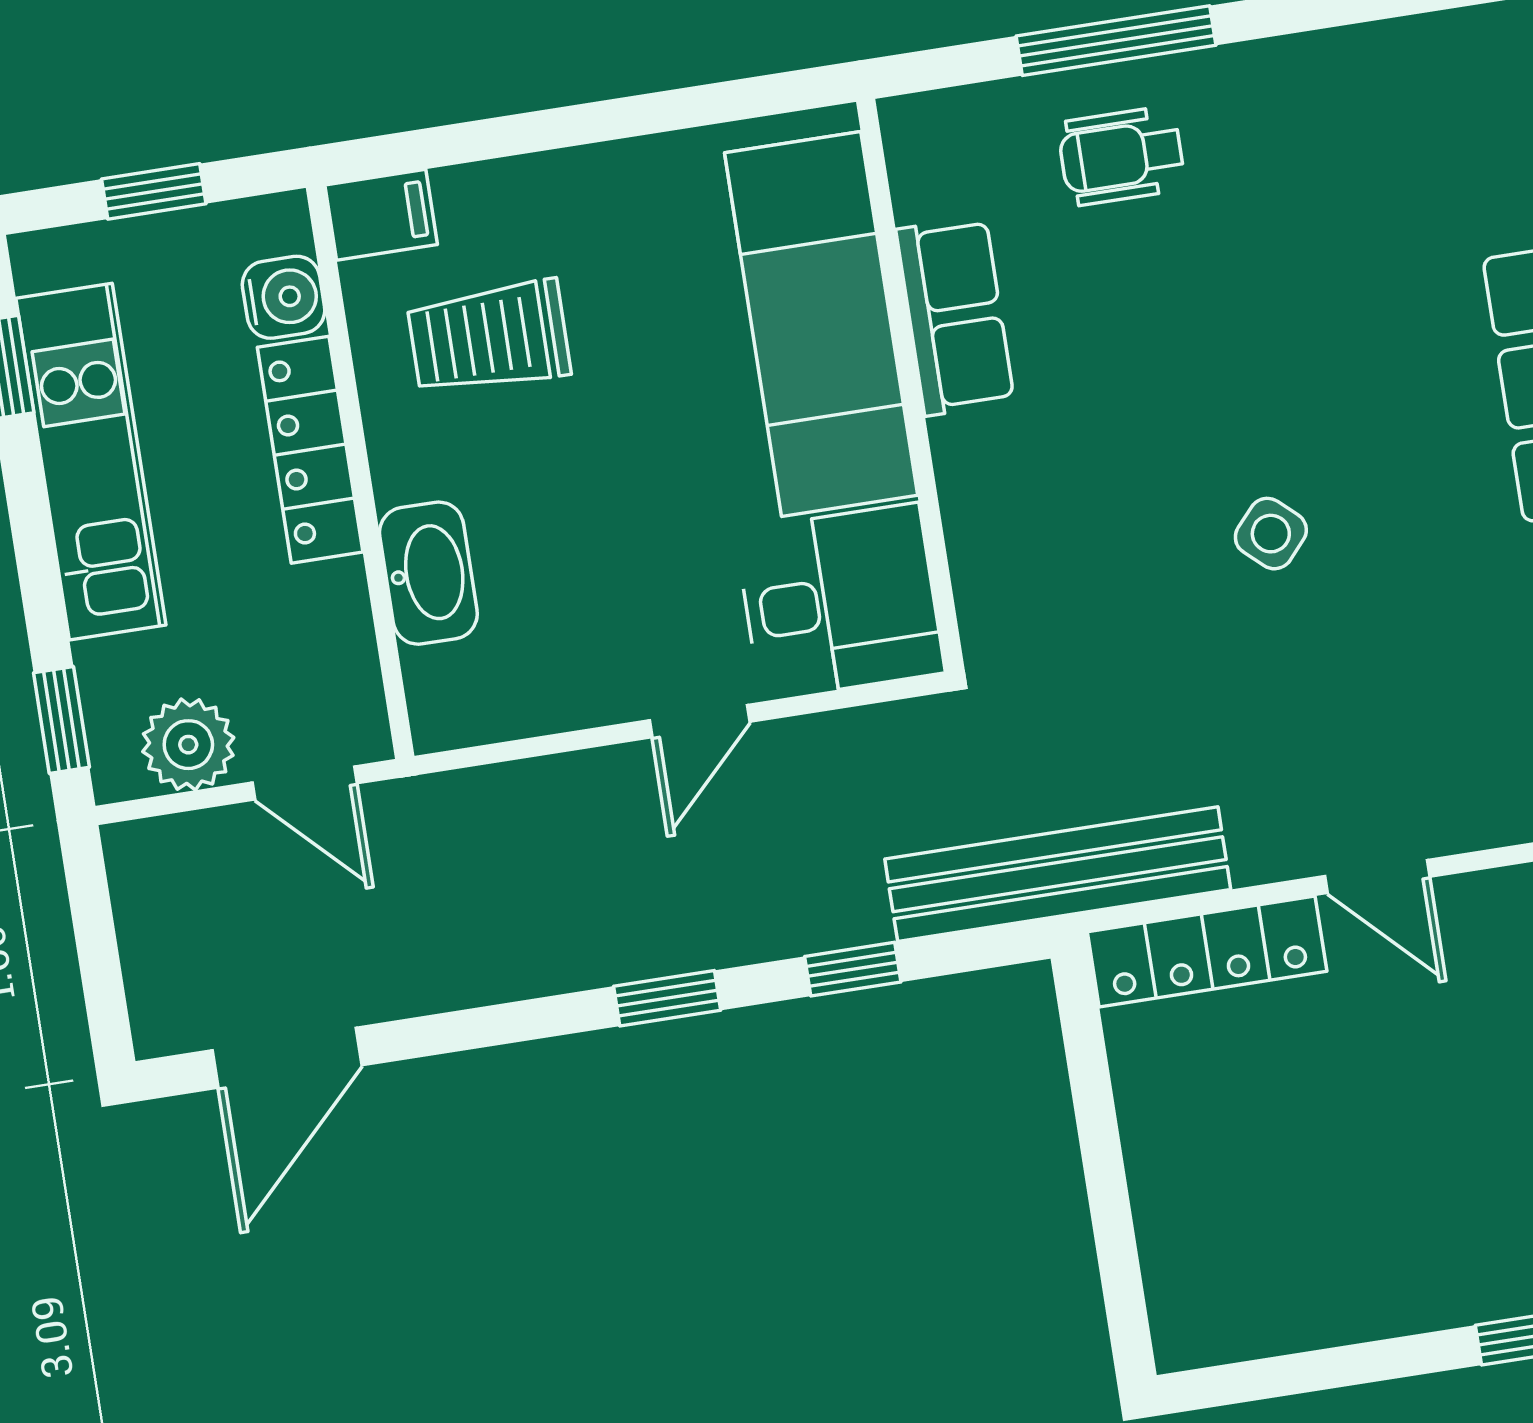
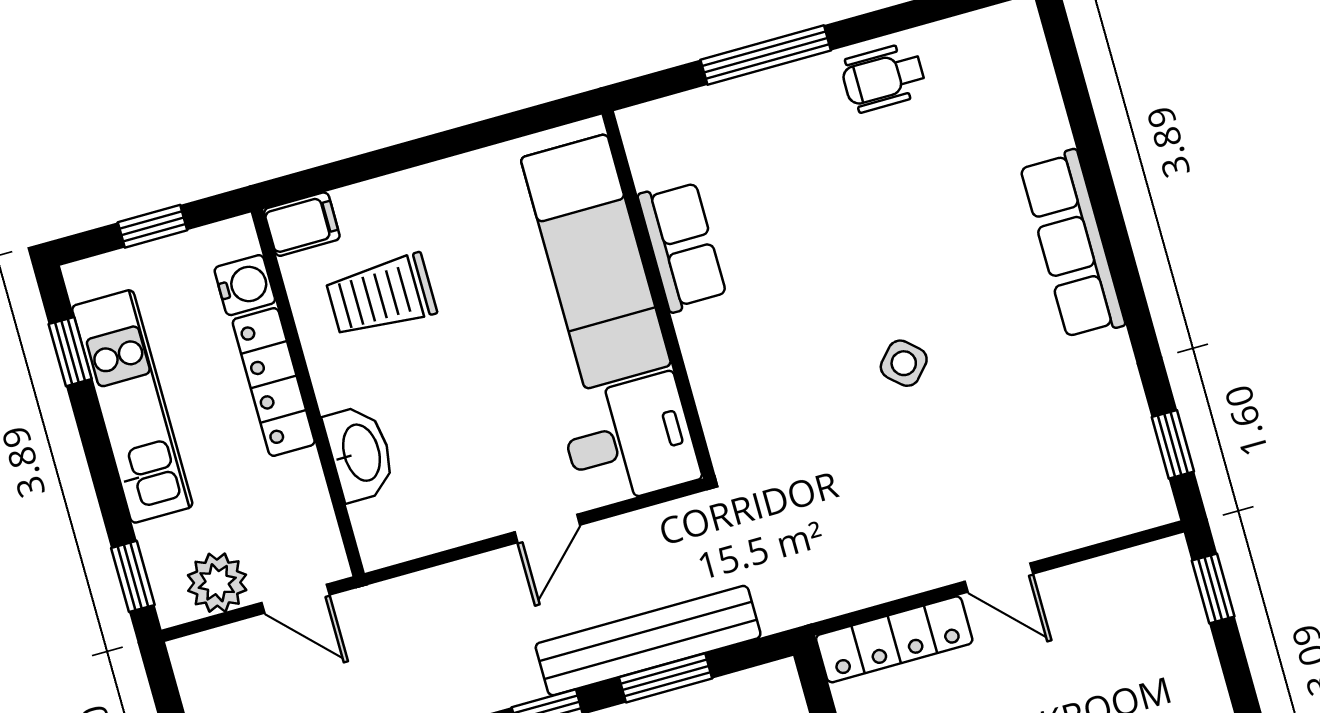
wheelchair: (1121, 156) -> (884, 78), moved
bench: (1058, 874) -> (648, 641), moved
window: (853, 969) -> (666, 678), width x1.50

